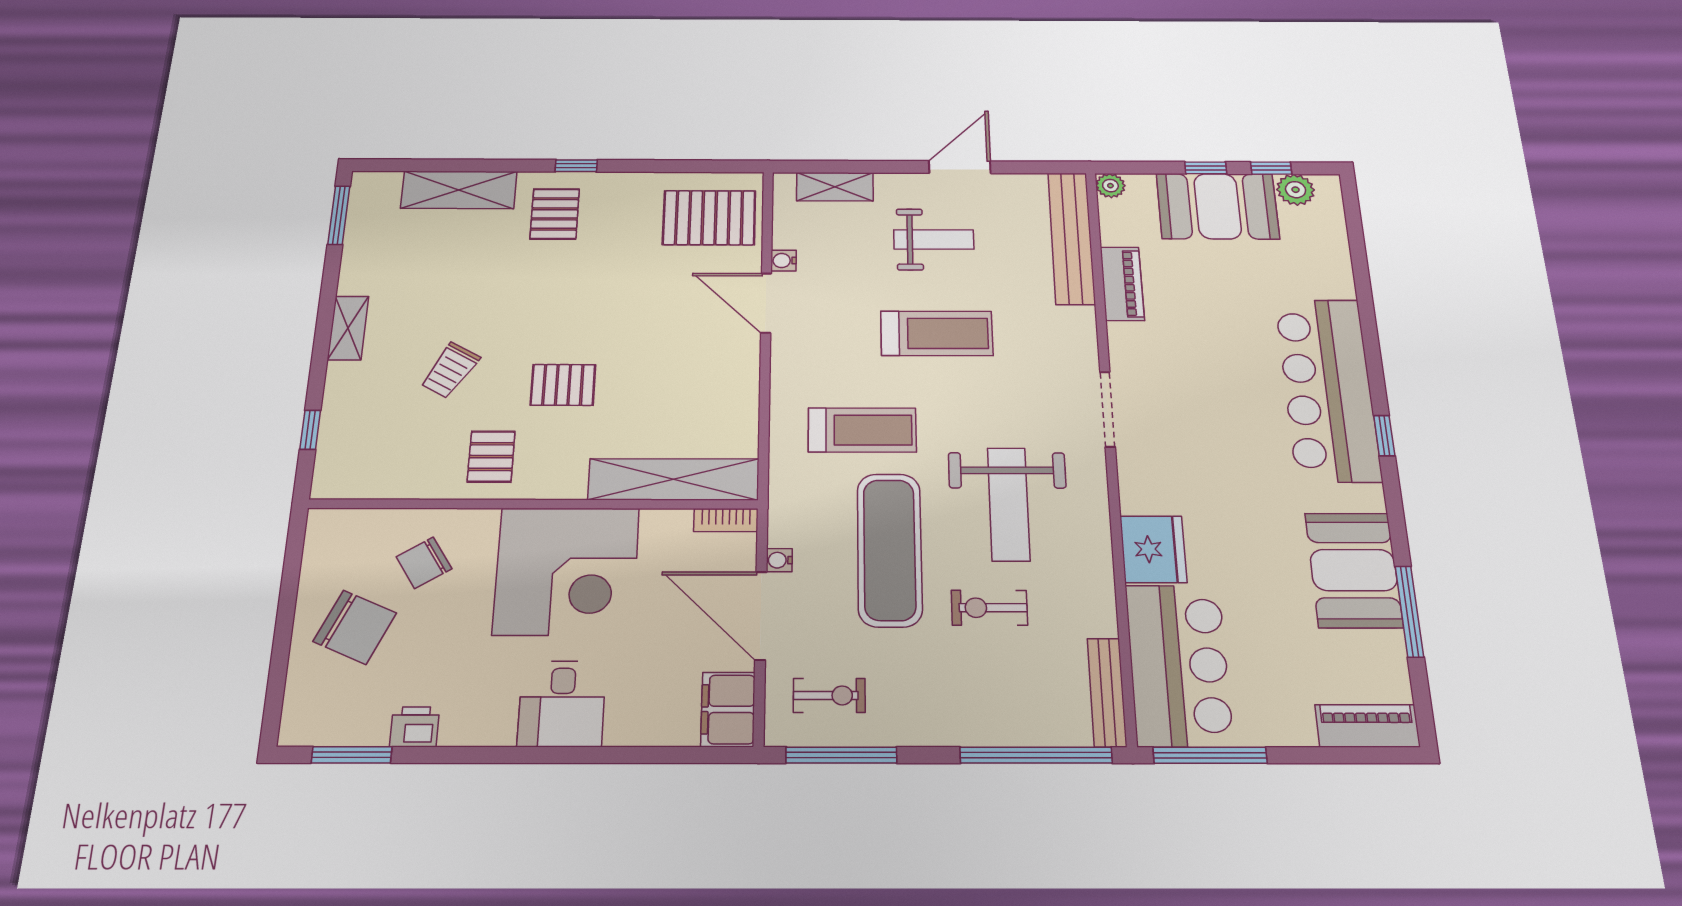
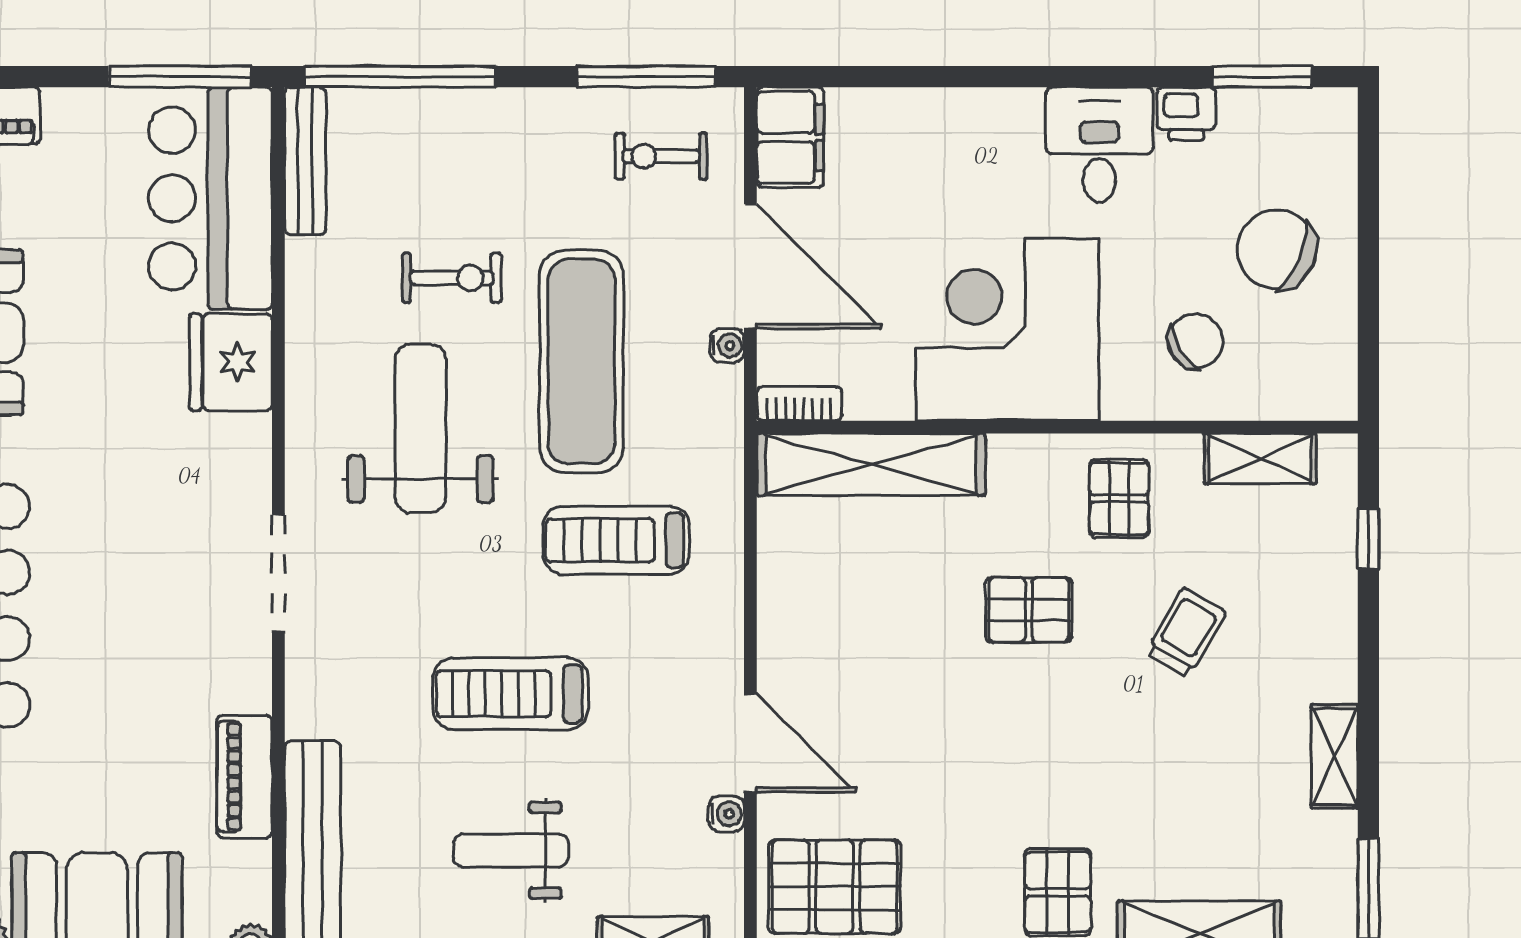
shelving: (348, 328) -> (1334, 756), moved
shelving: (384, 483) -> (1260, 458), added
desk: (562, 704) -> (1099, 145), moved

